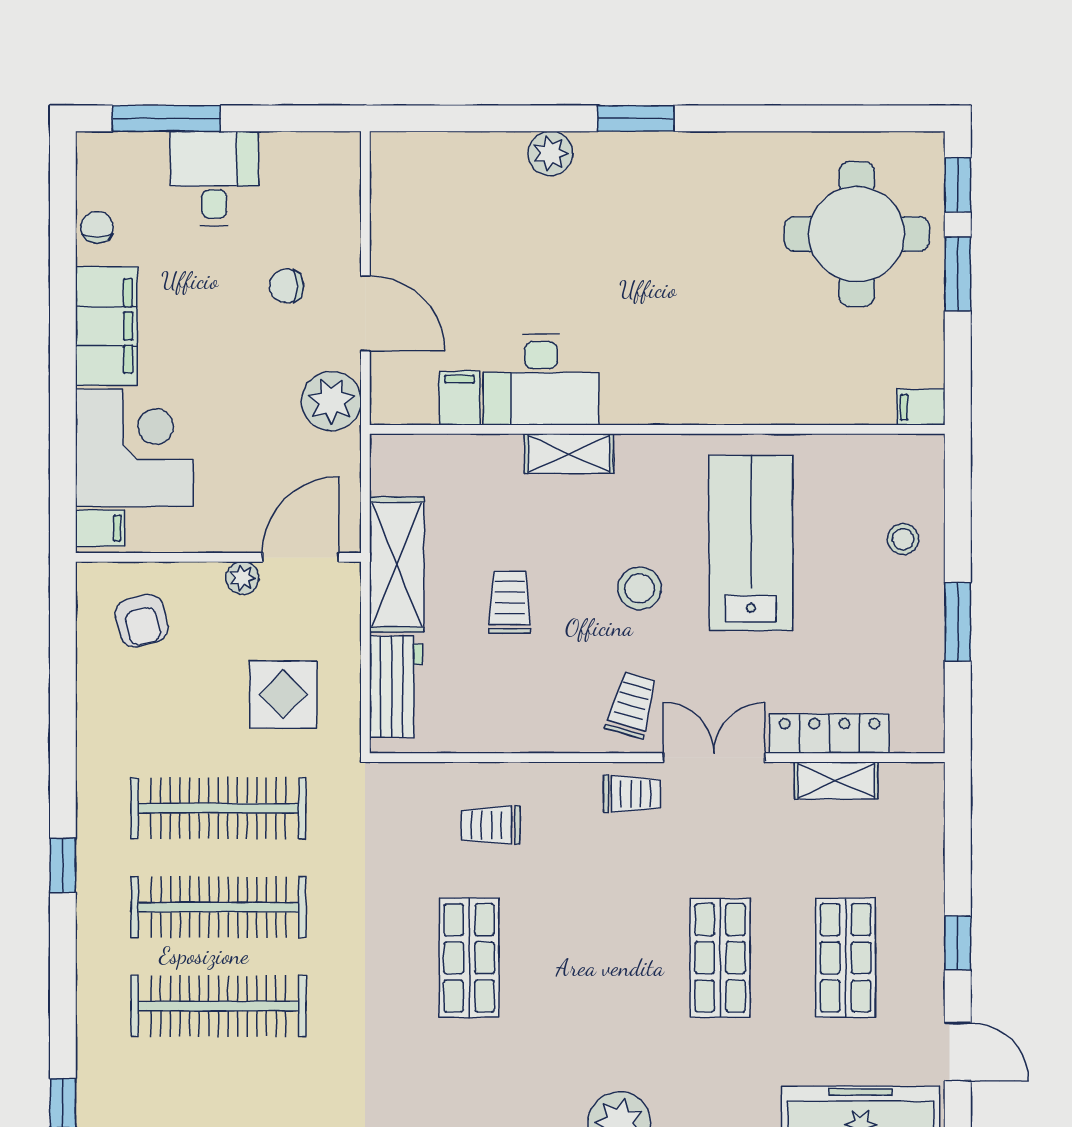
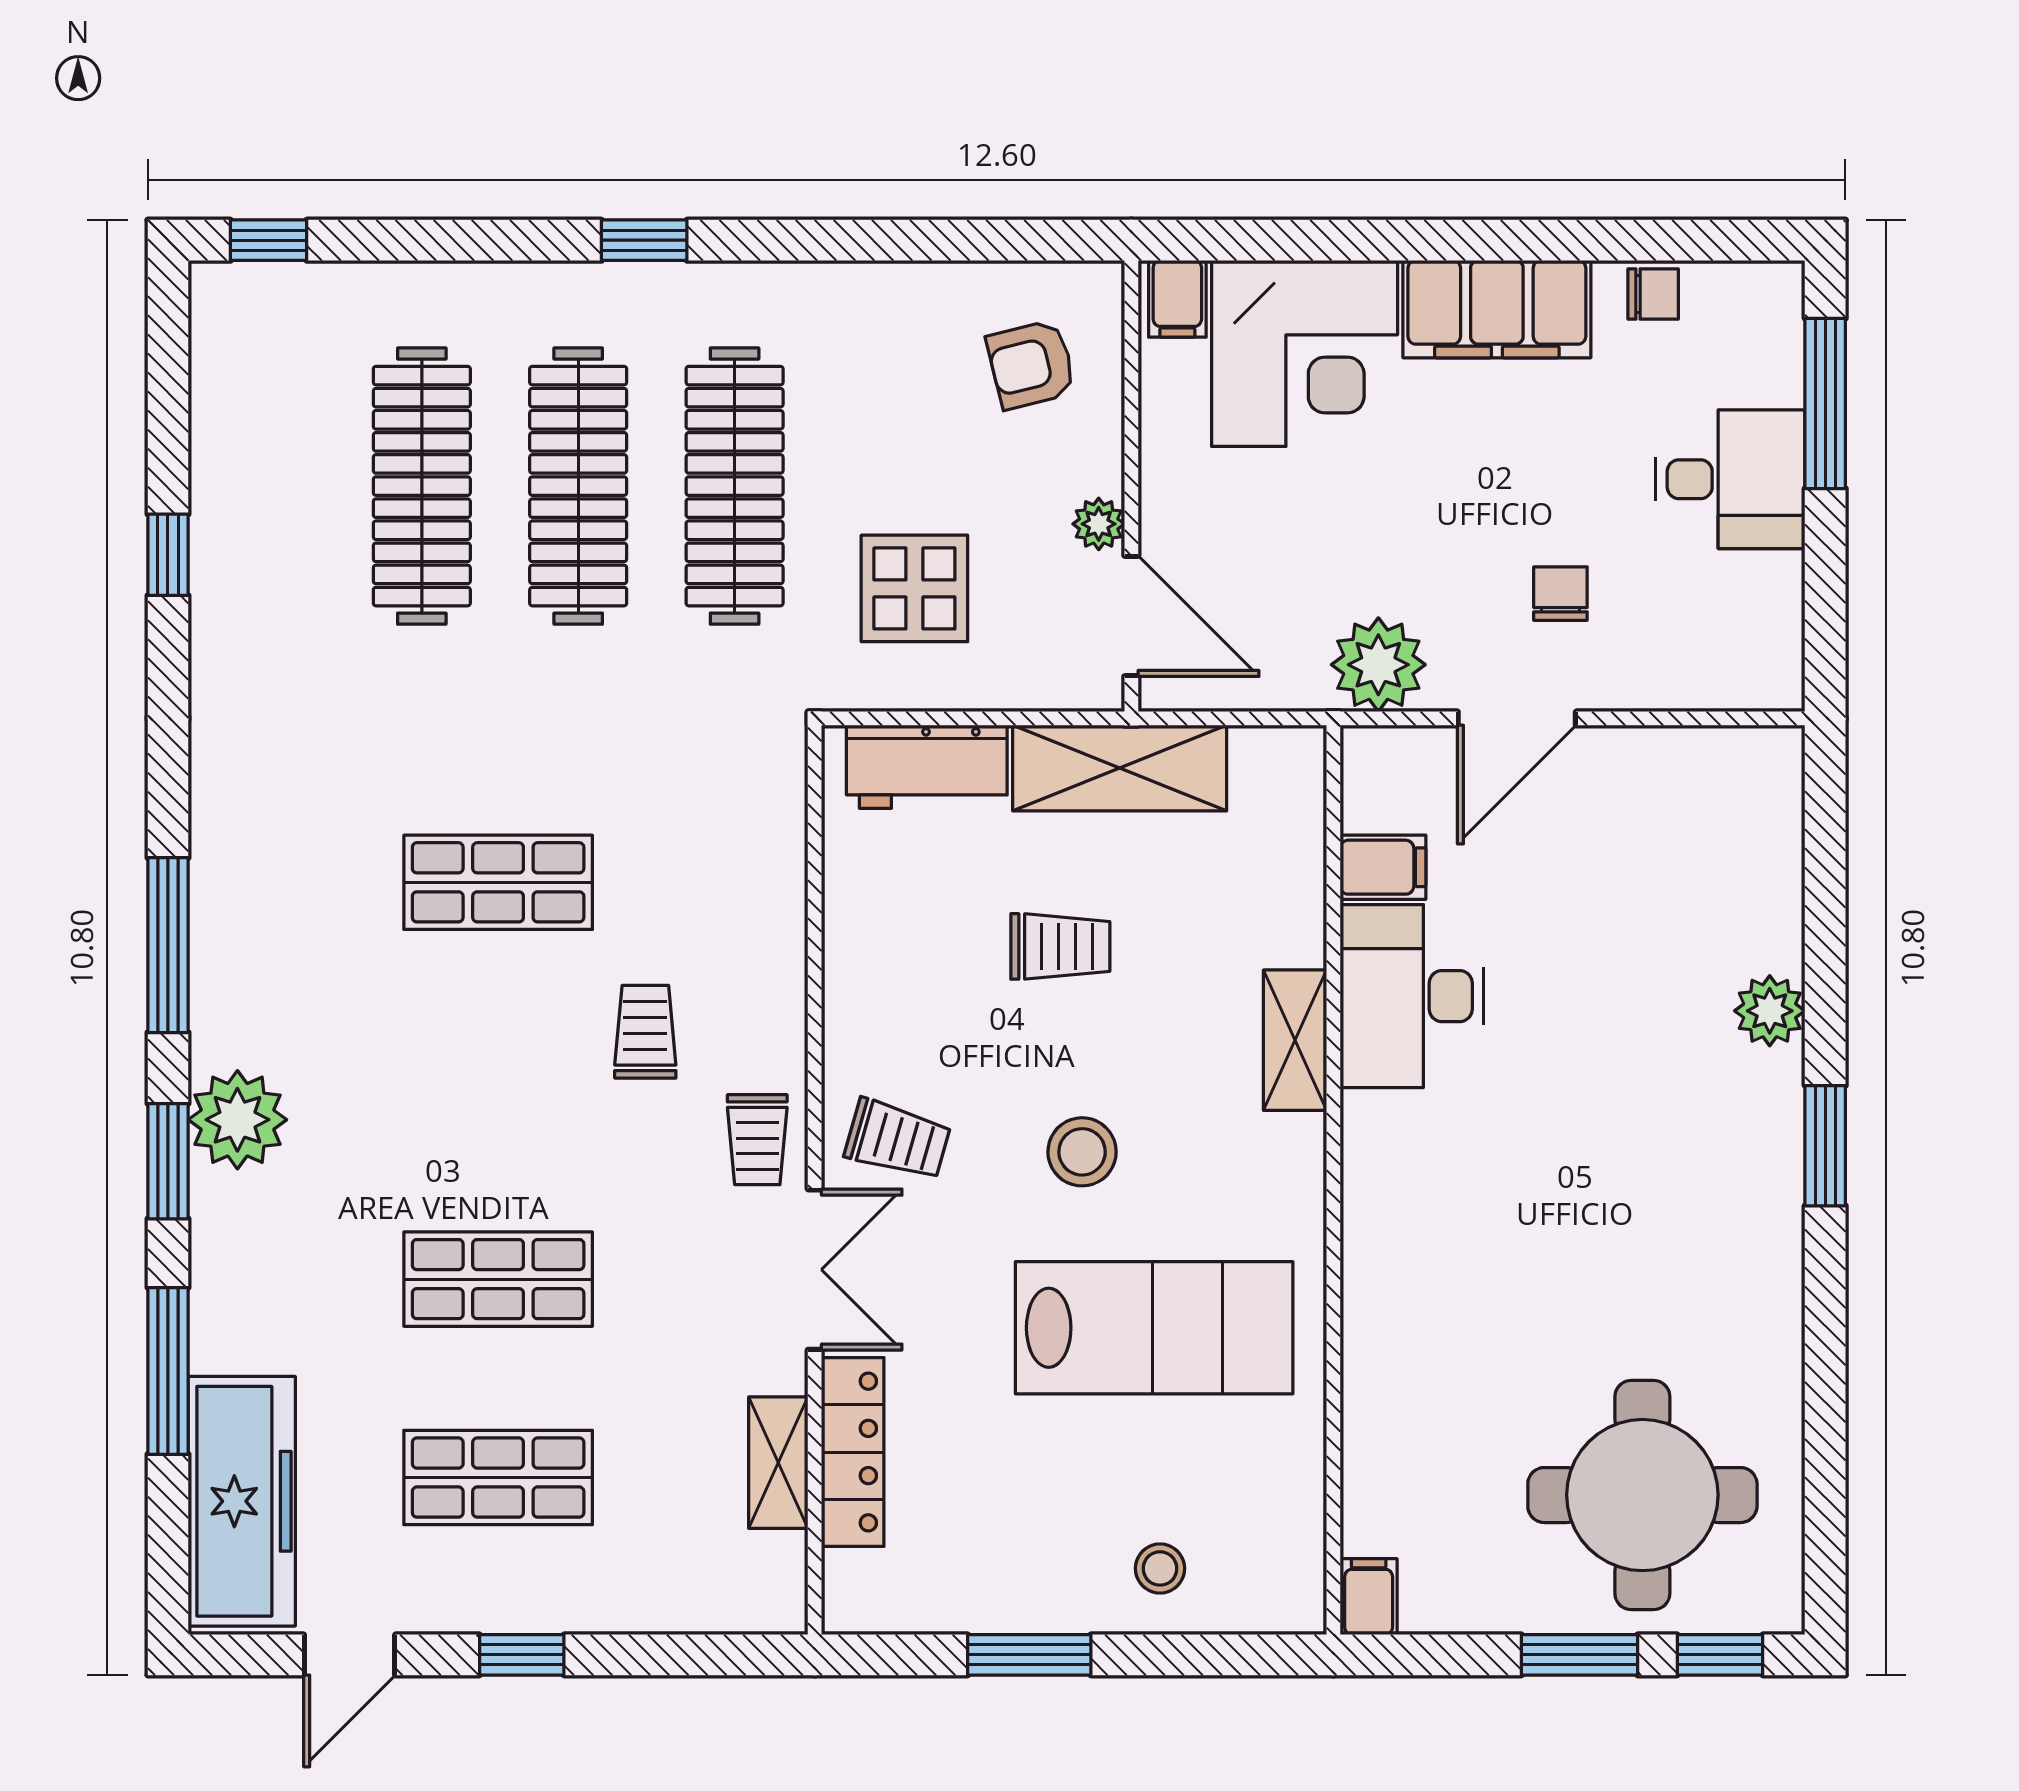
trolley: (490, 825) -> (645, 1032), moved

